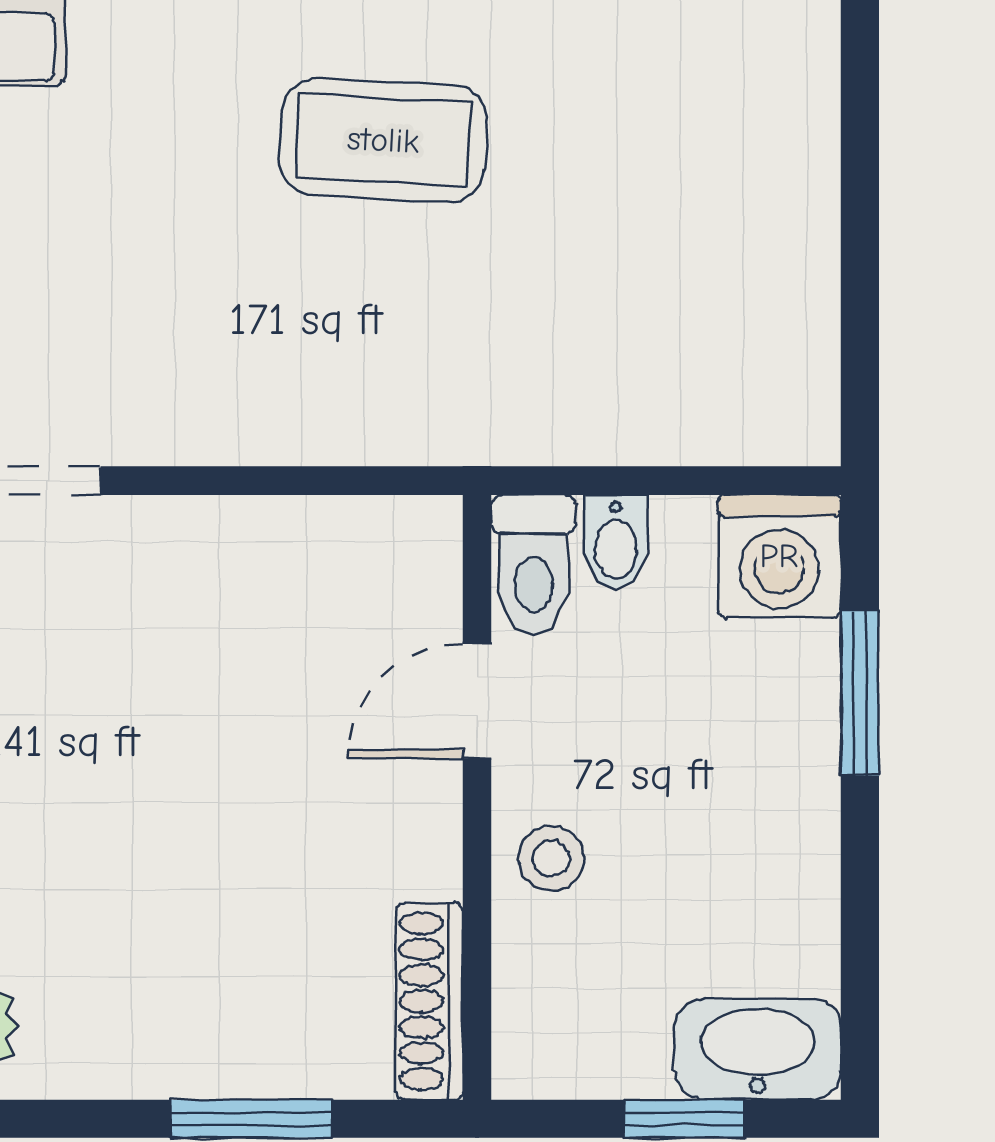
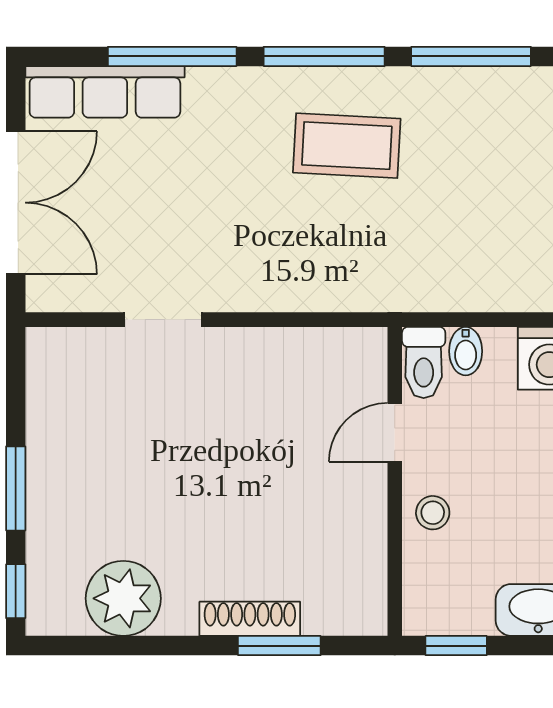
shoe rack: (429, 1001) -> (250, 619), moved, turned 90
window: (685, 1119) -> (456, 646), moved

